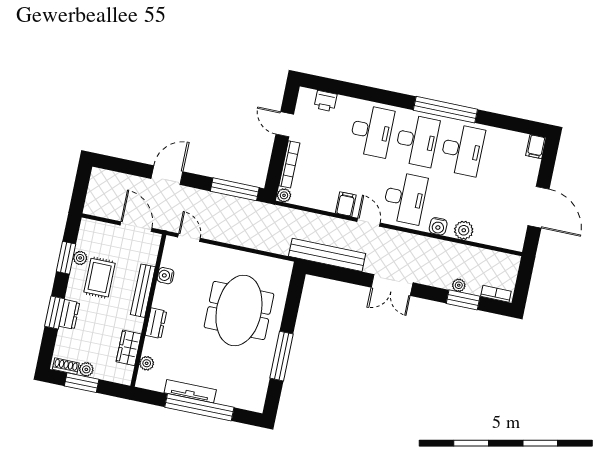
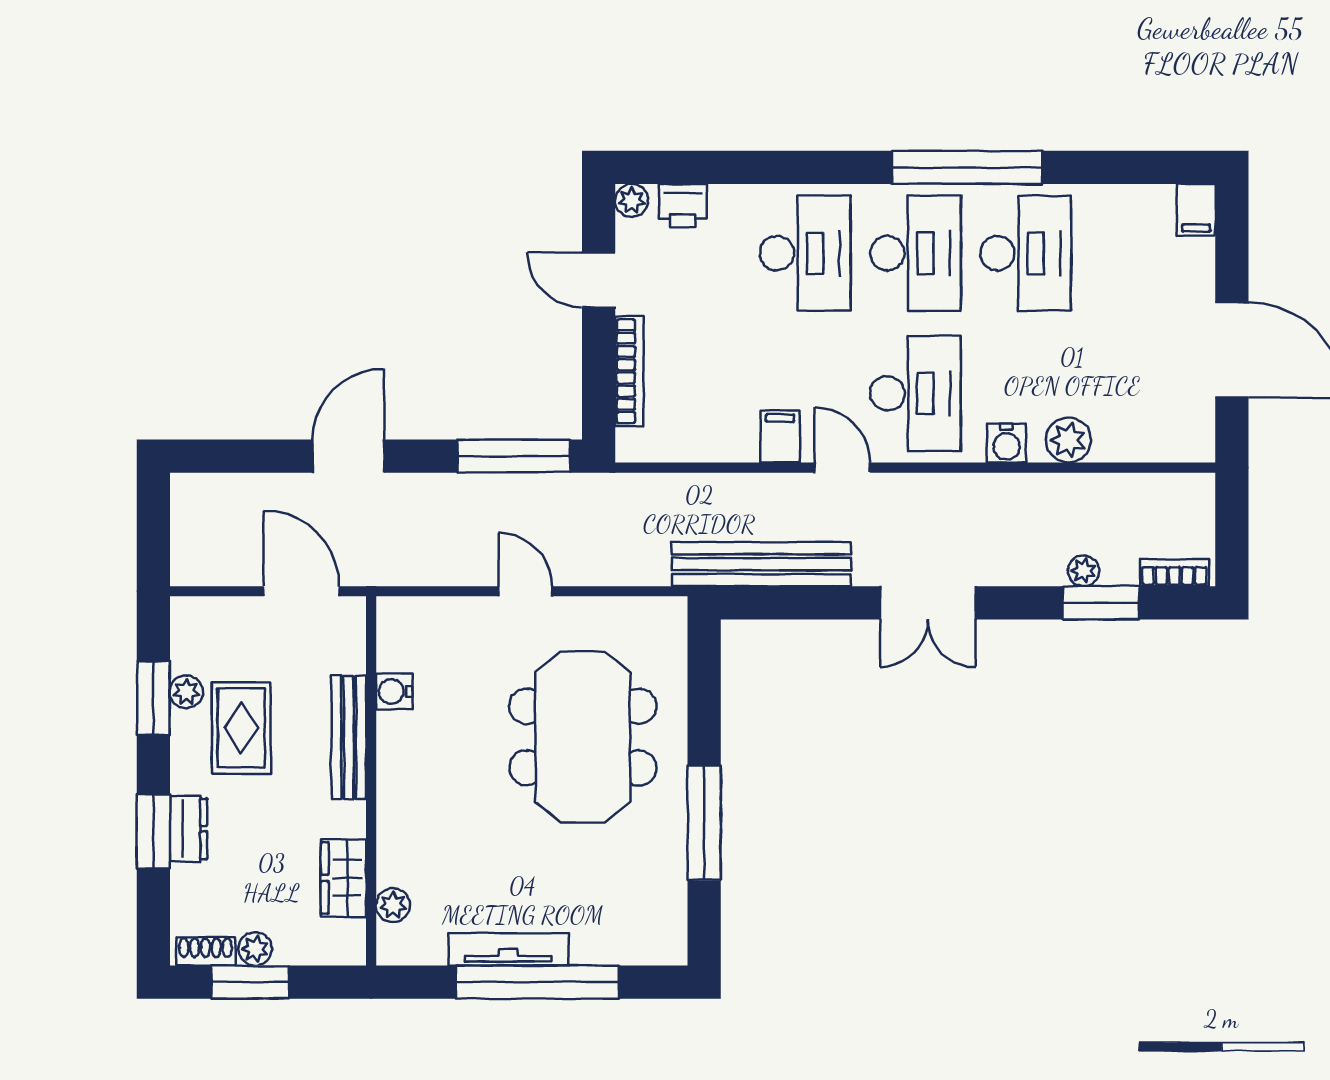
plant: (284, 195) -> (632, 200), moved
door: (189, 238) -> (525, 591), moved
dresser: (156, 323) -> (395, 807), removed

